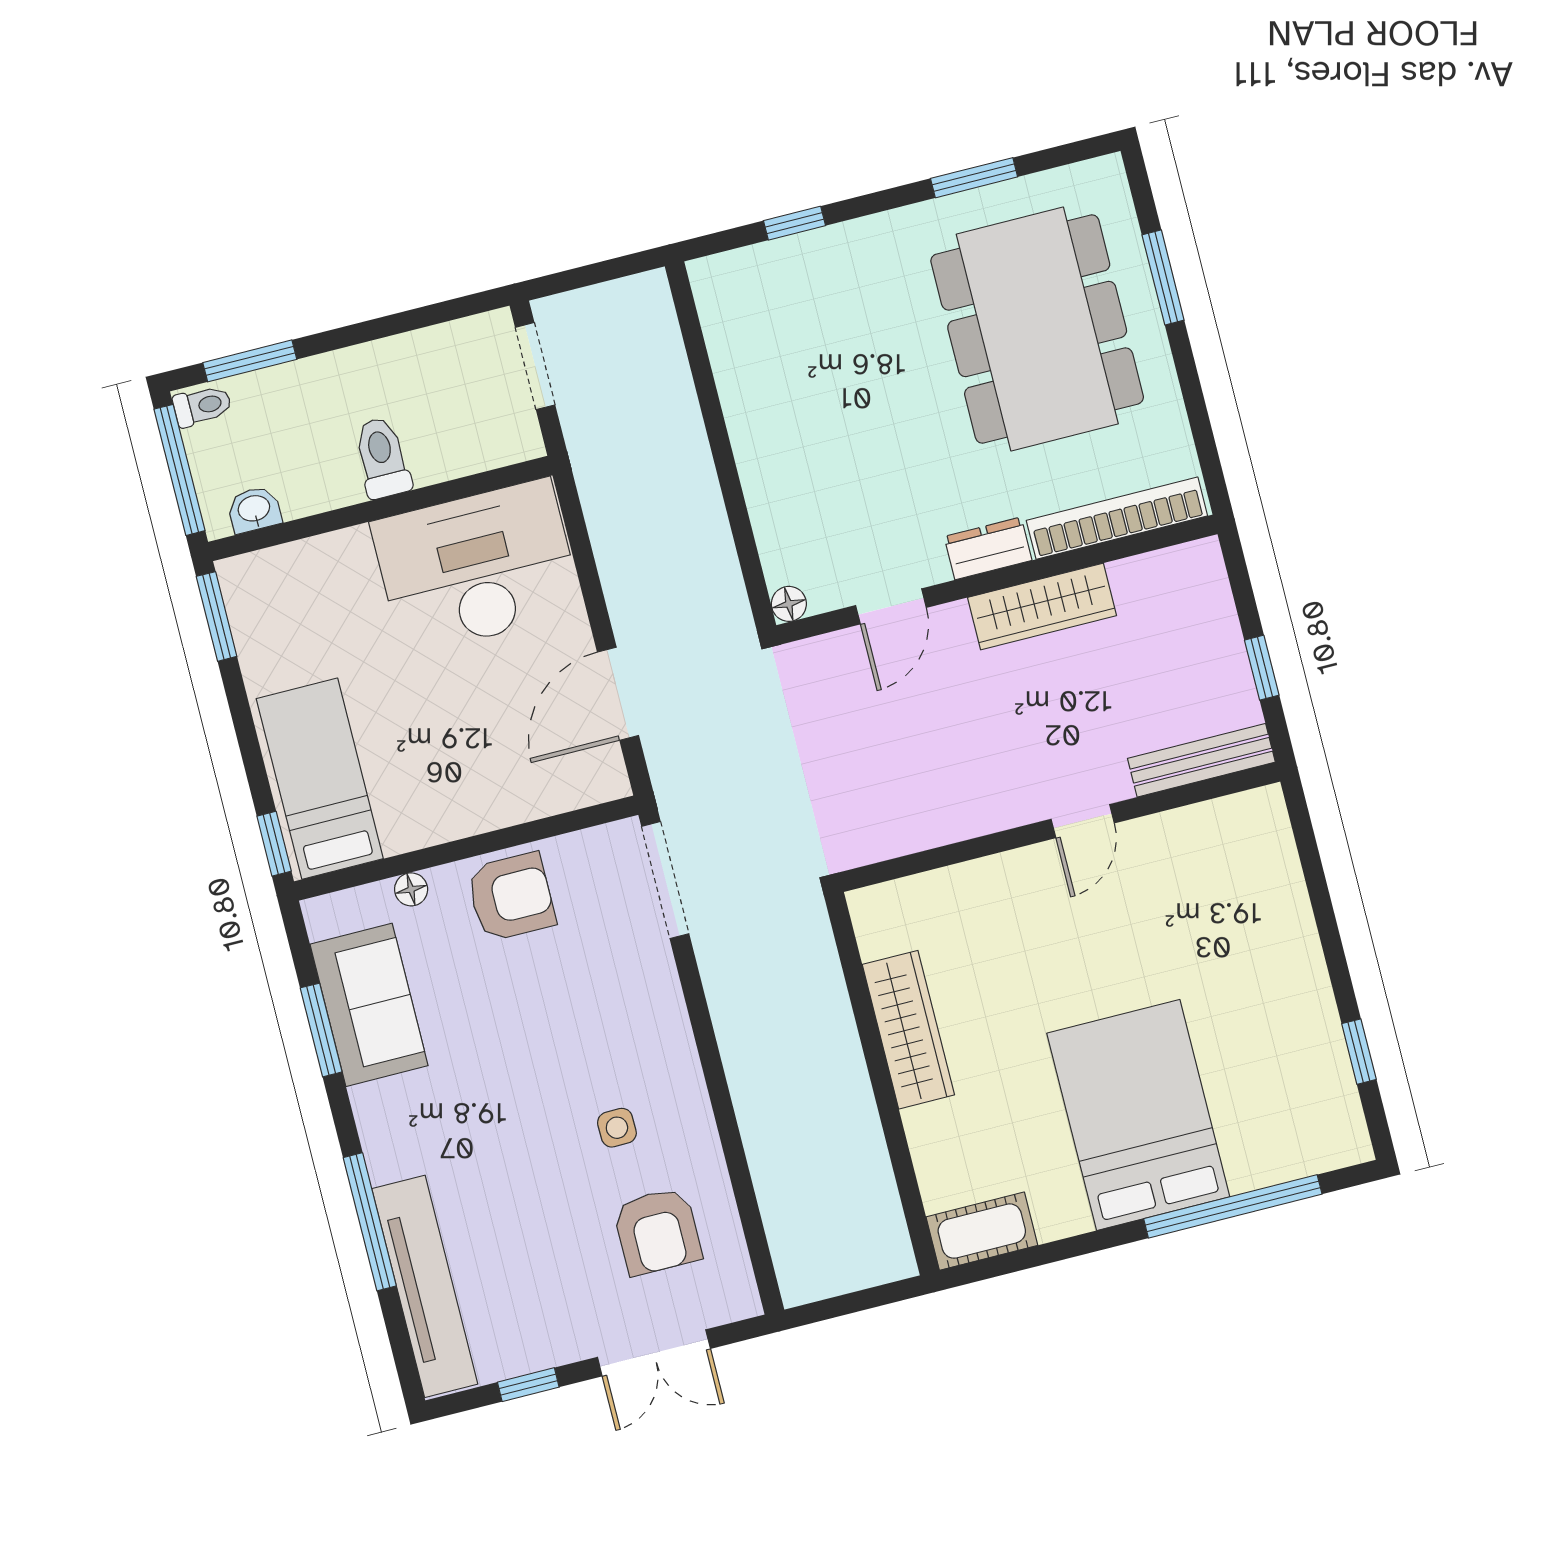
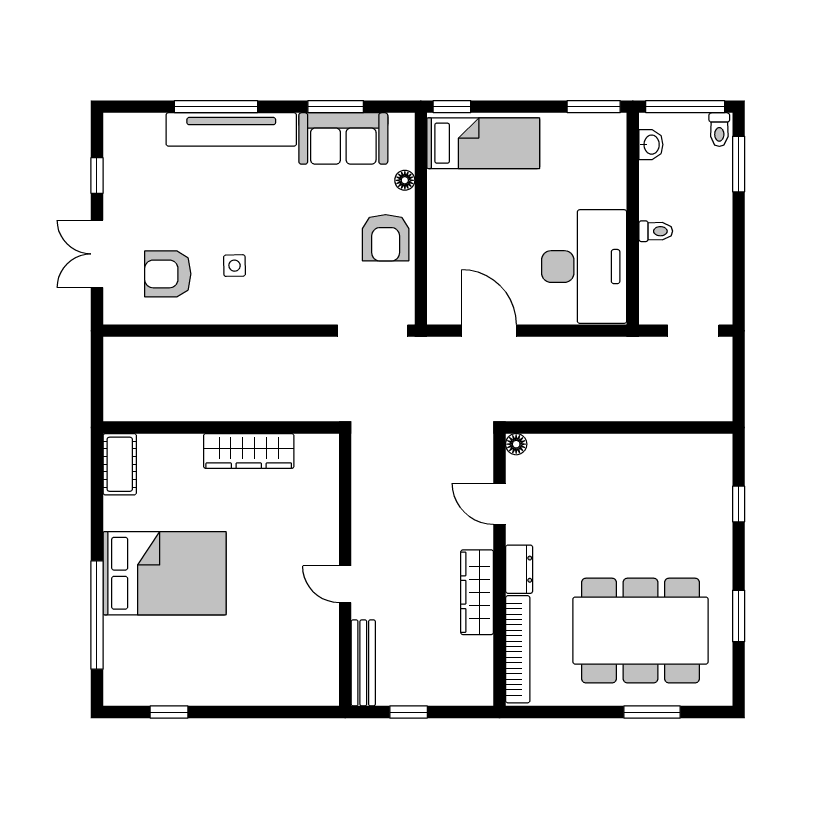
toilet: (382, 458) -> (656, 231), width x0.73, depth x0.72
tv unit: (425, 1286) -> (231, 129), moved

